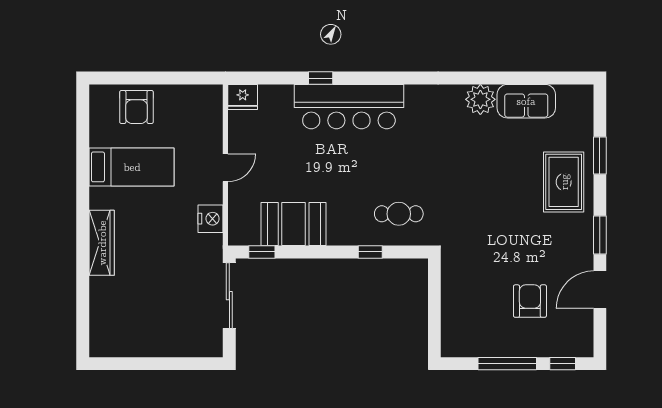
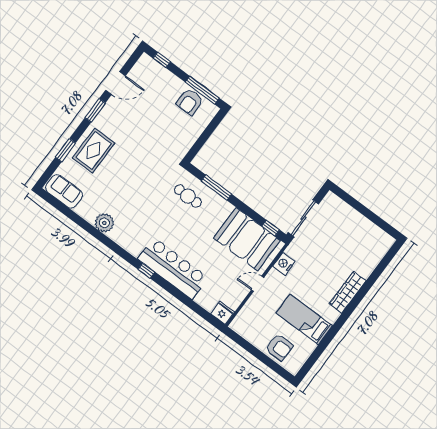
window: (321, 78) -> (146, 271), moved
sofa: (526, 101) -> (64, 191), moved
armchair: (136, 107) -> (279, 347), turned 90
booth: (294, 224) -> (247, 239), width x1.36, depth x1.42
window: (370, 252) -> (216, 188), width x2.17
armchair: (530, 301) -> (190, 102), moved
window: (507, 364) -> (202, 90), moved

